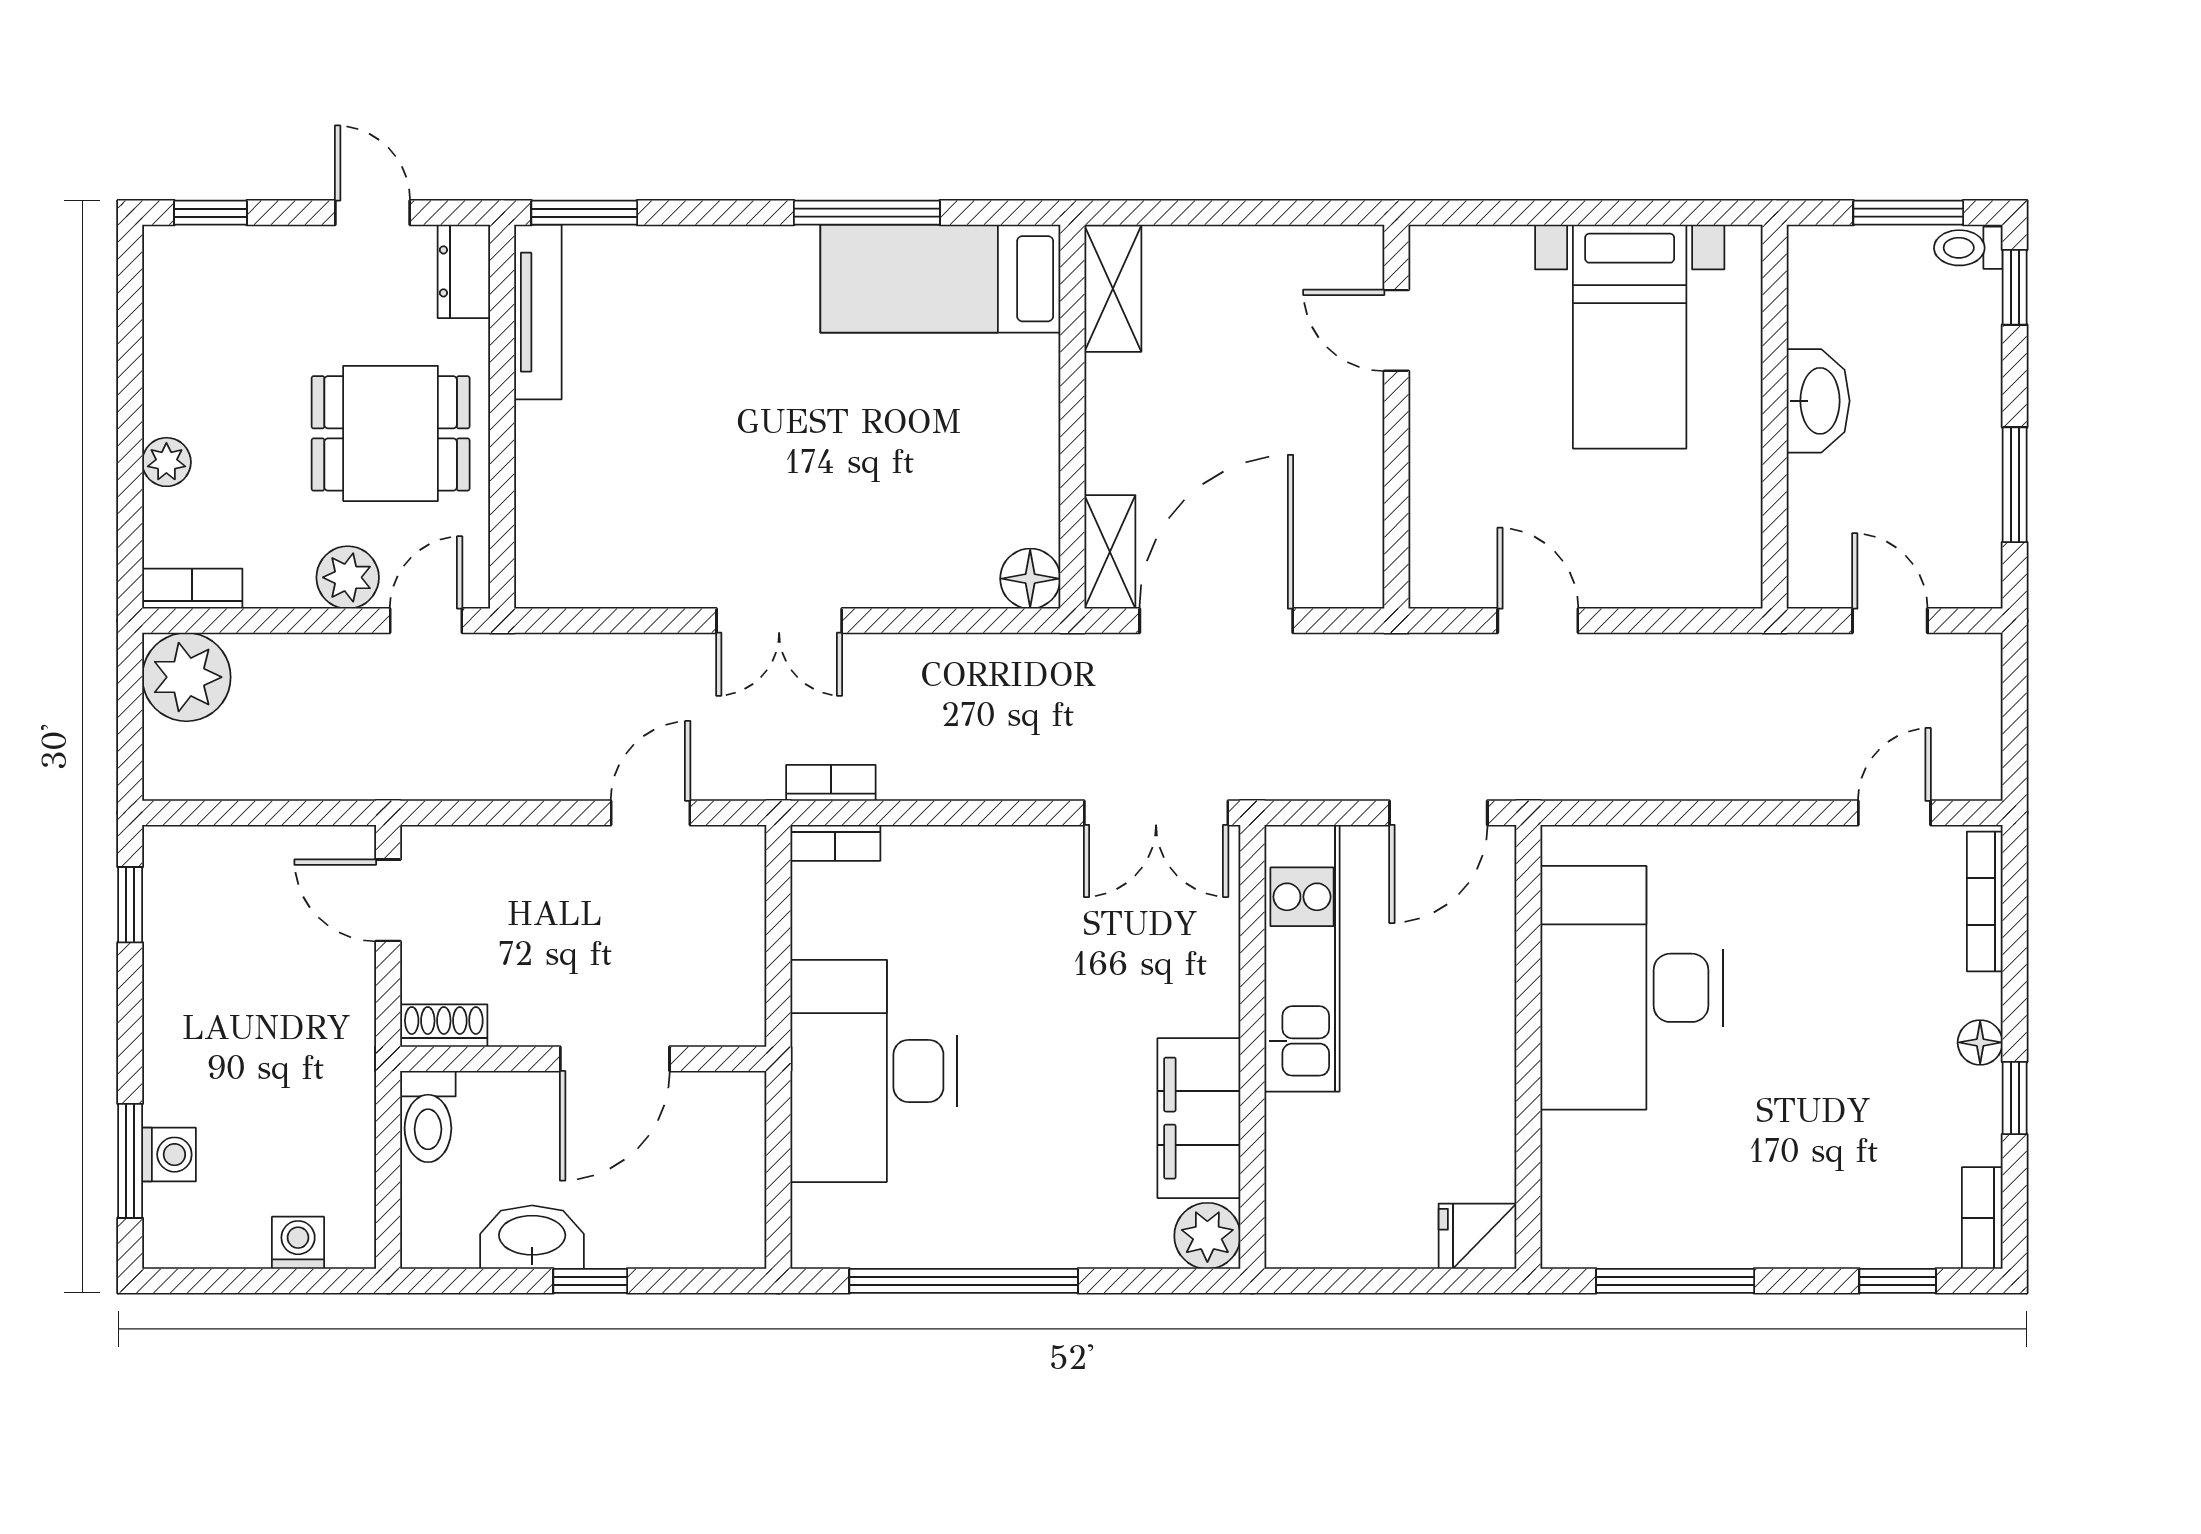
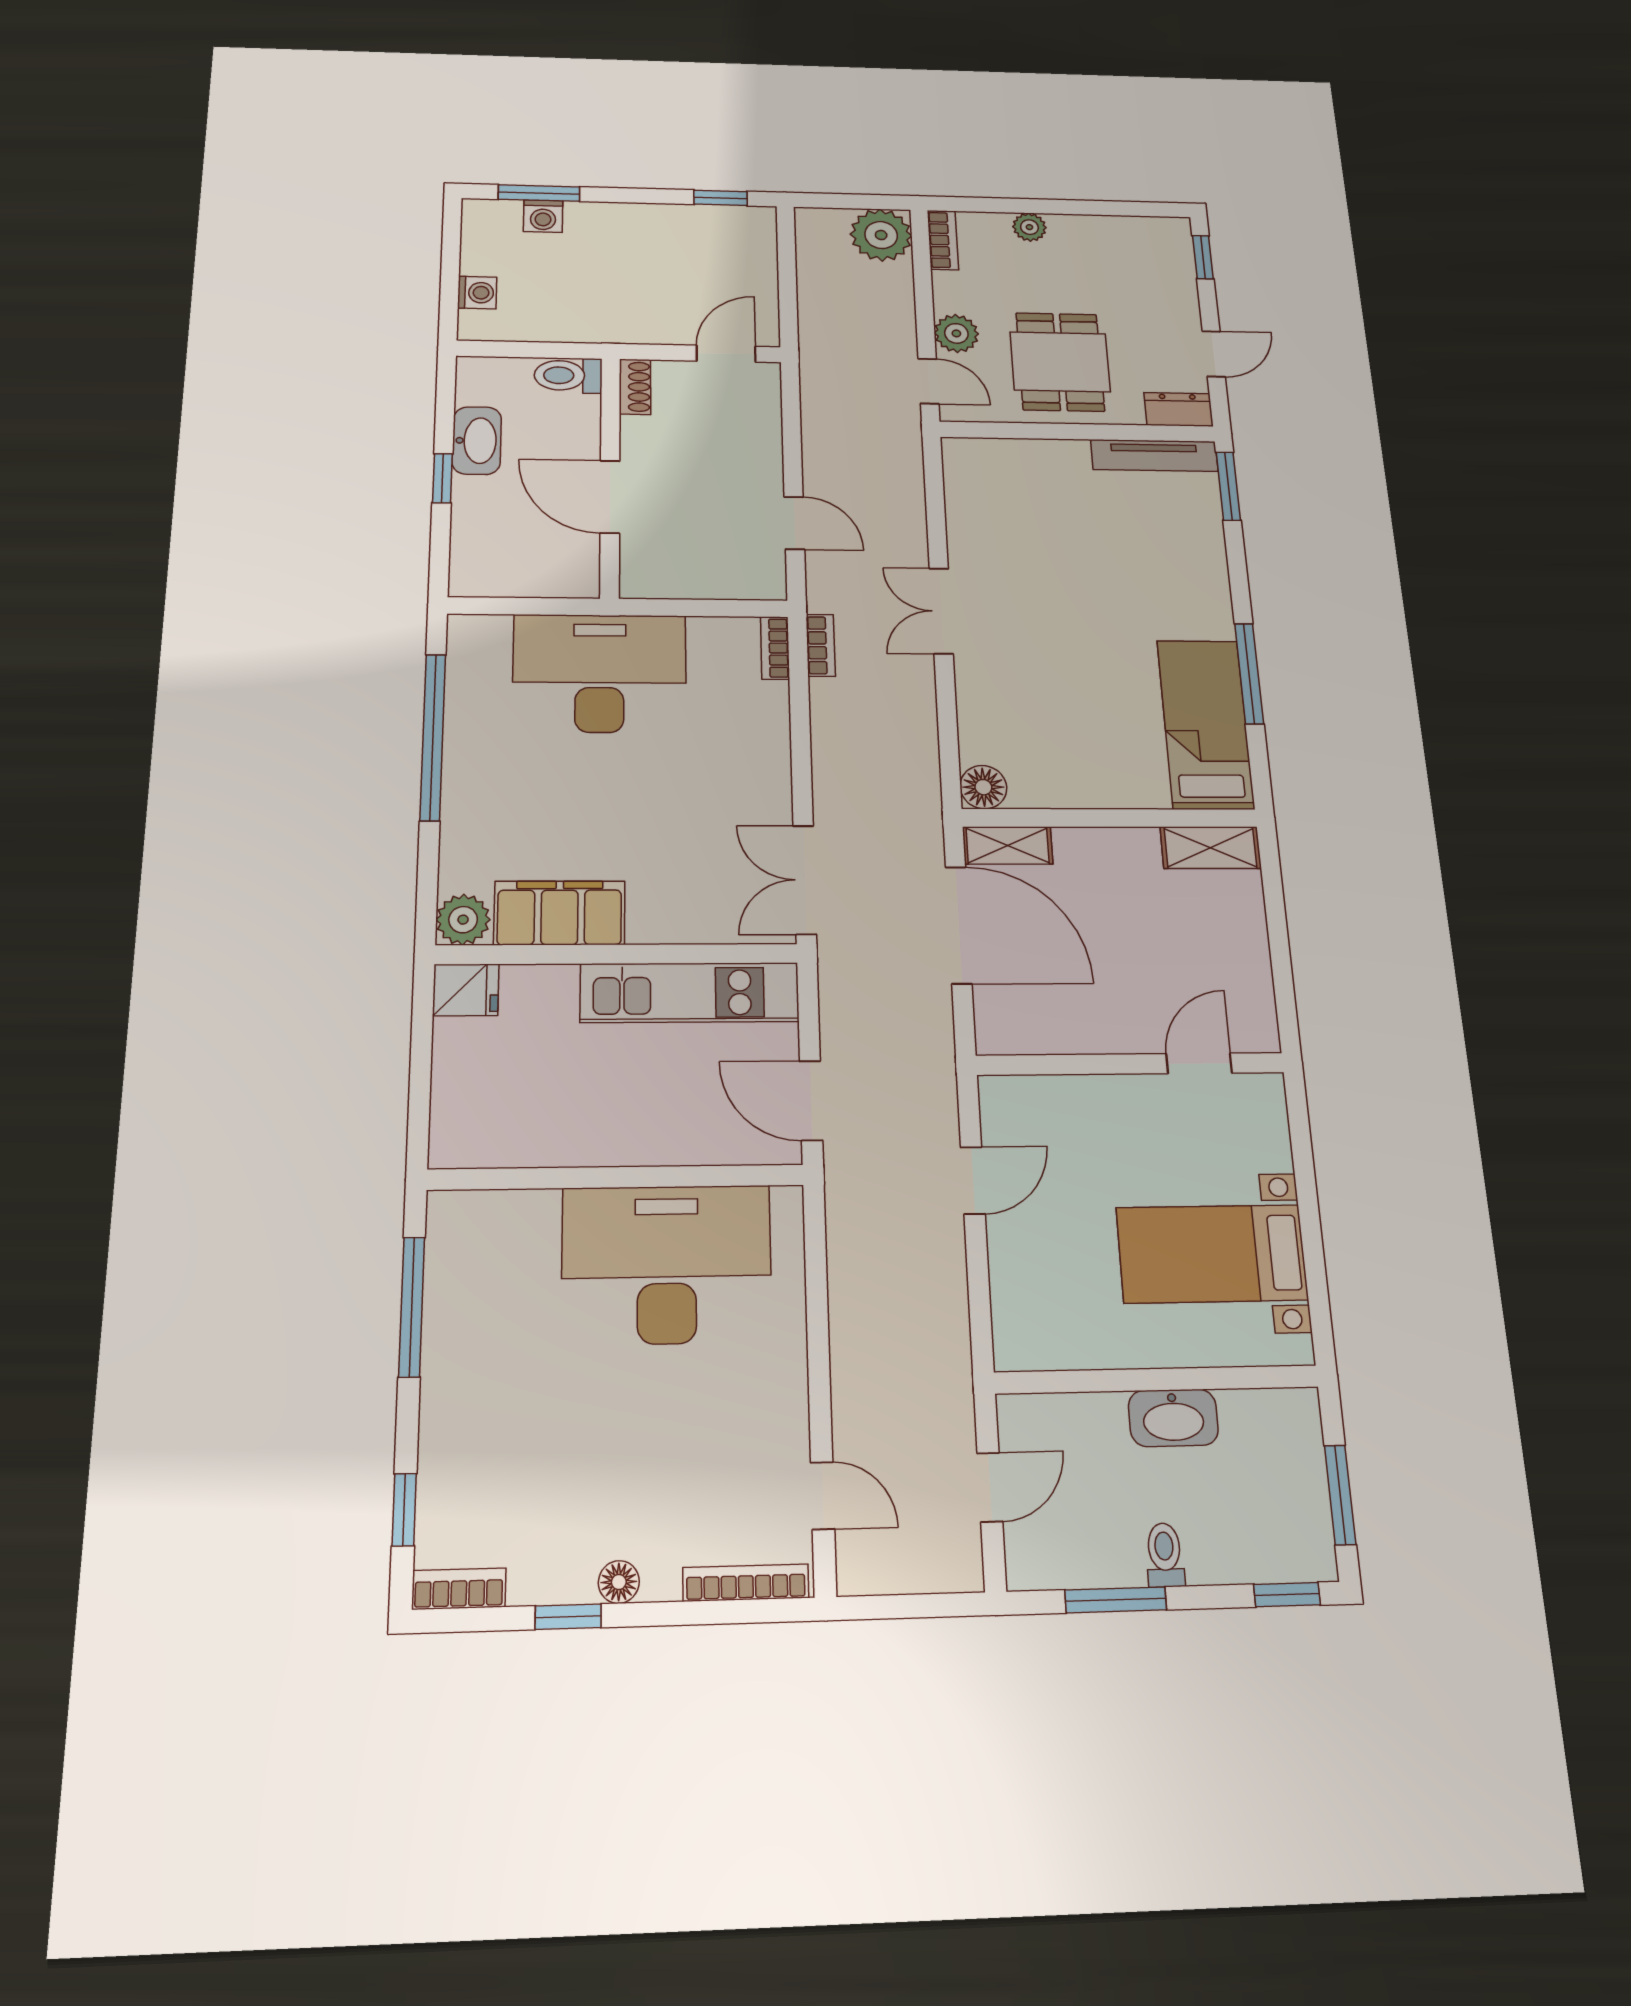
toilet: (1968, 248) -> (1165, 1555), moved
fridge: (1478, 1236) -> (466, 990), moved, turned 90

